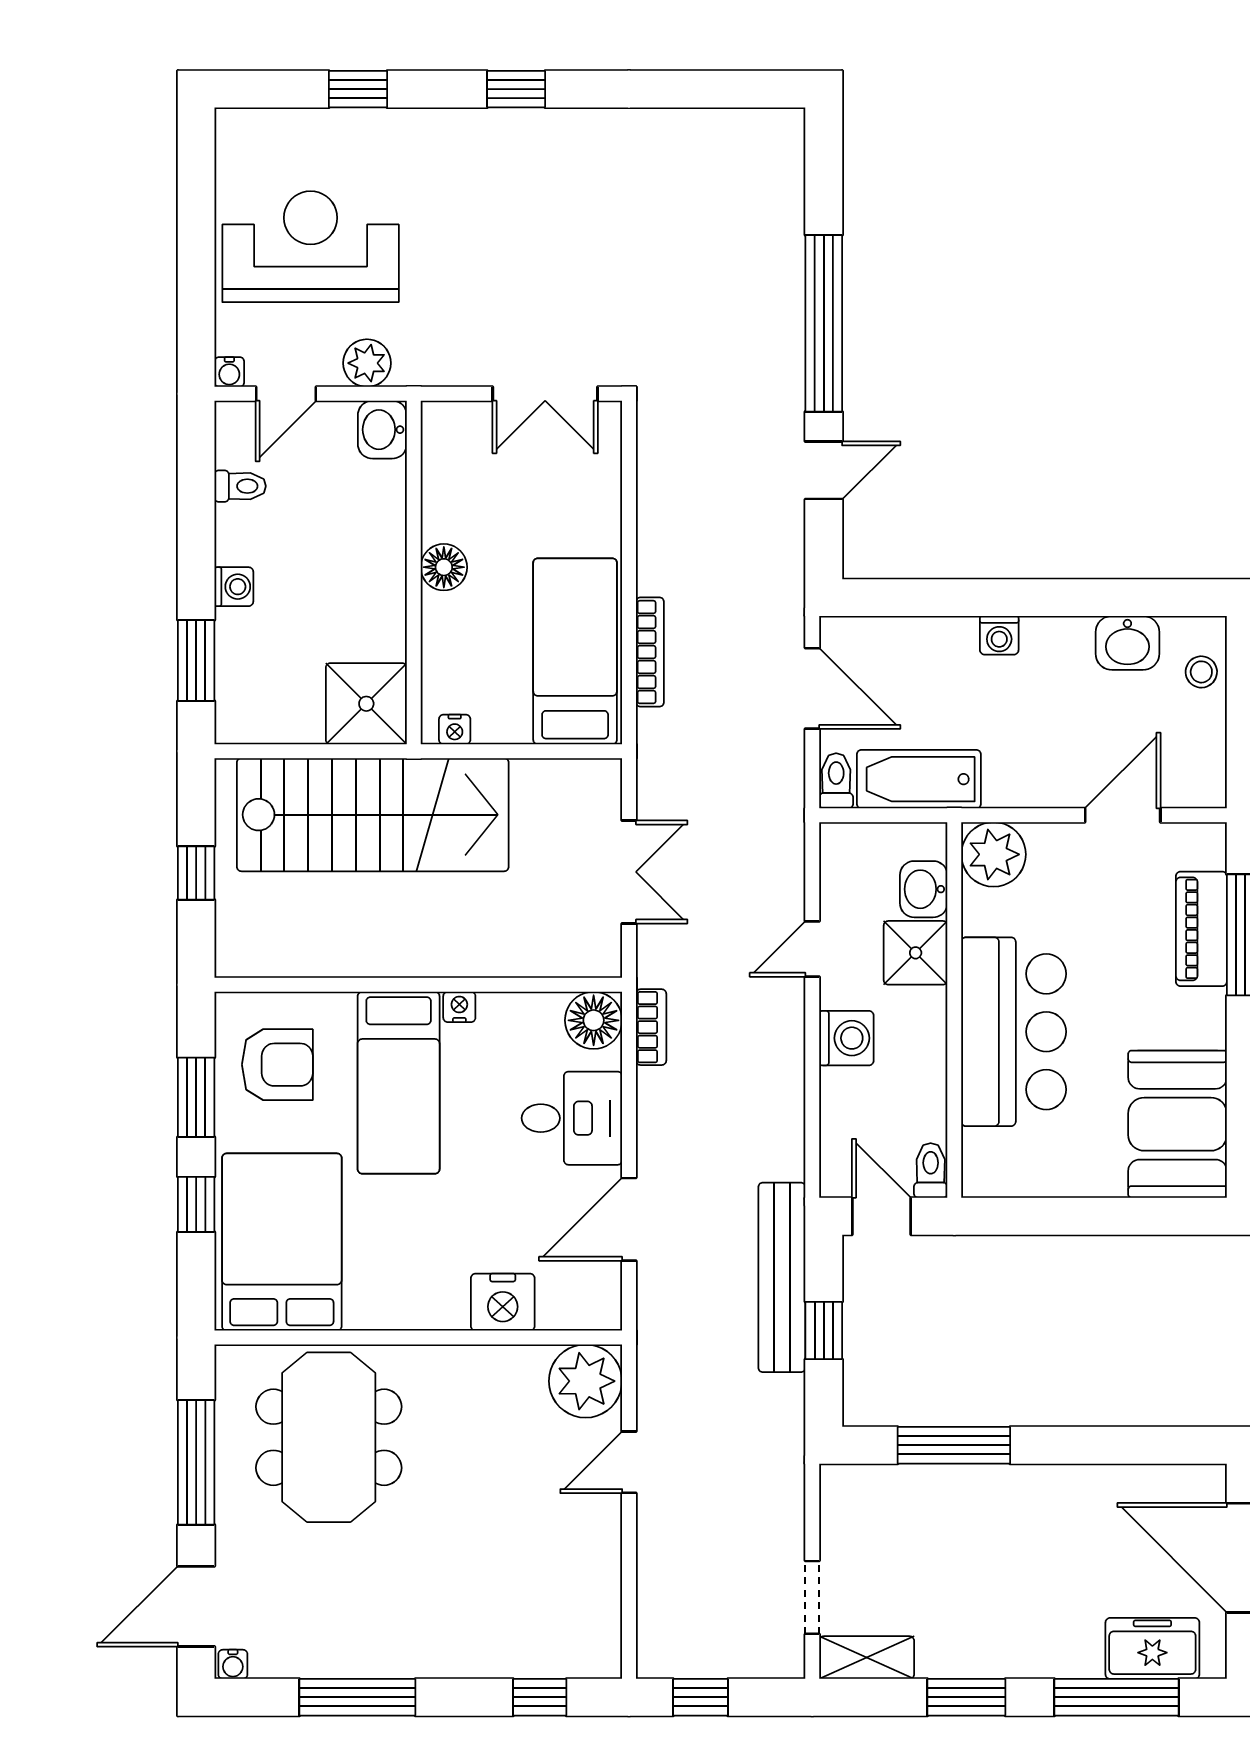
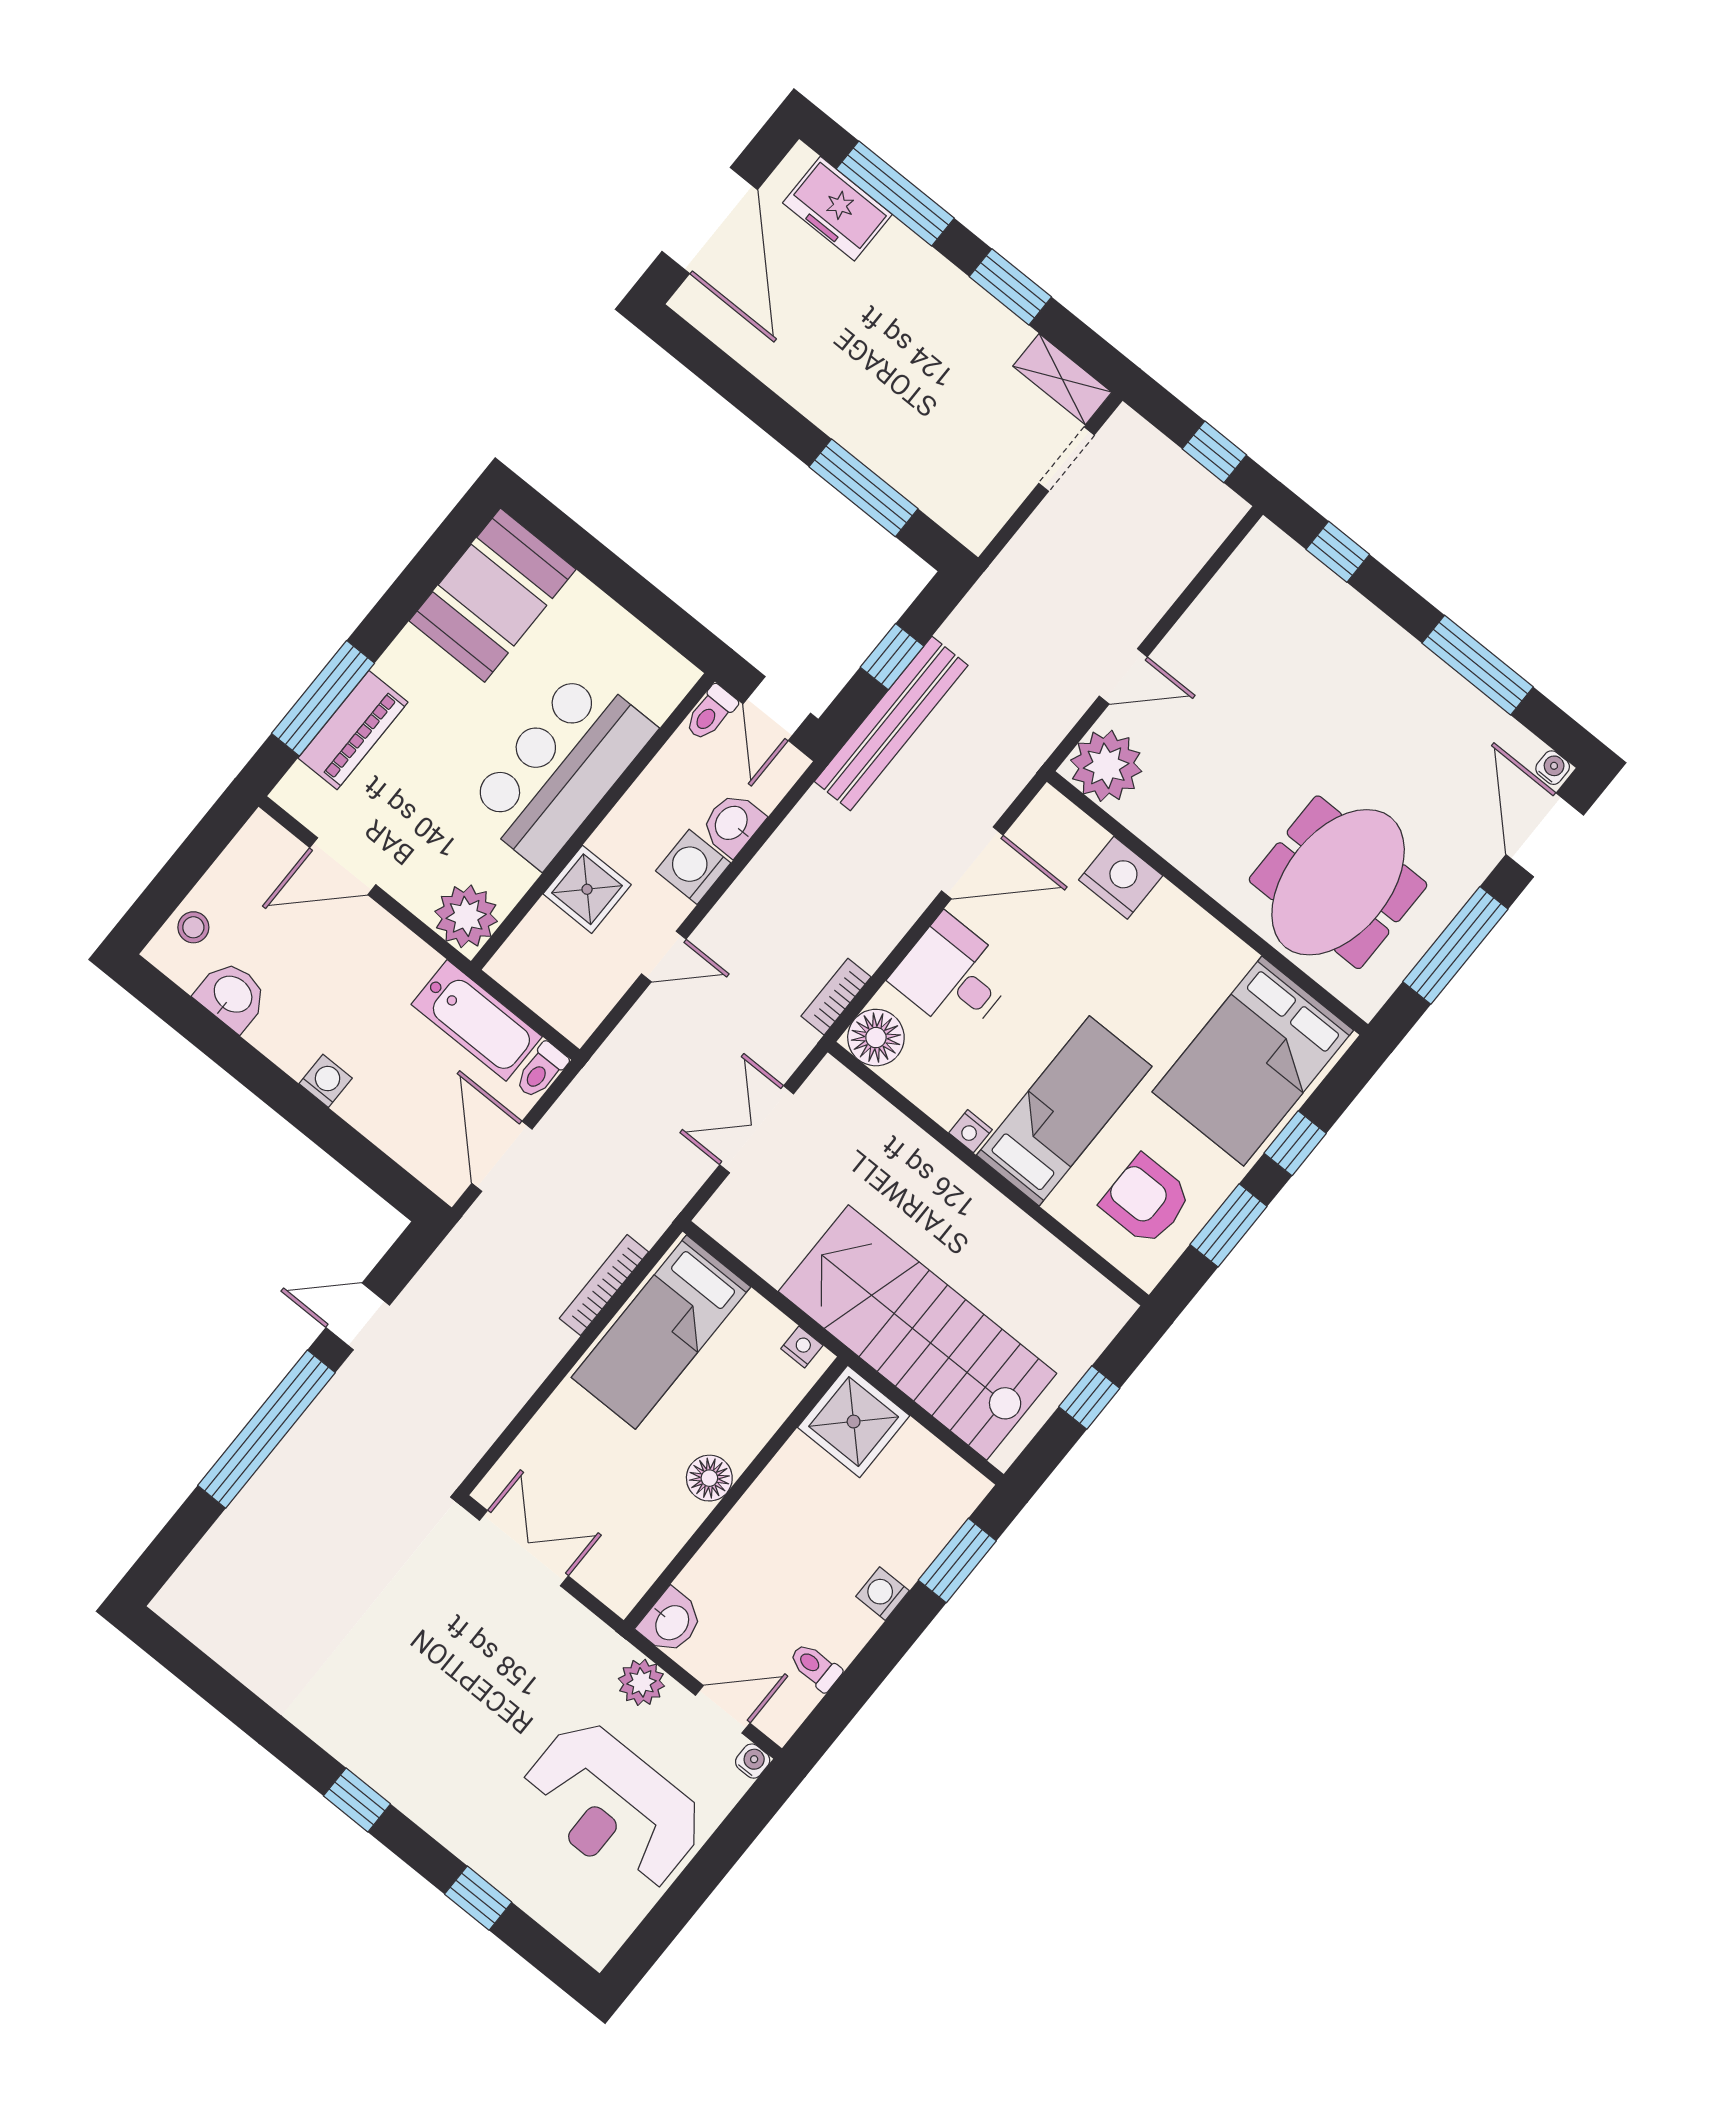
washbasin: (924, 889) -> (732, 824), moved, turned 180
door: (196, 1606) -> (1545, 835), swing flipped

